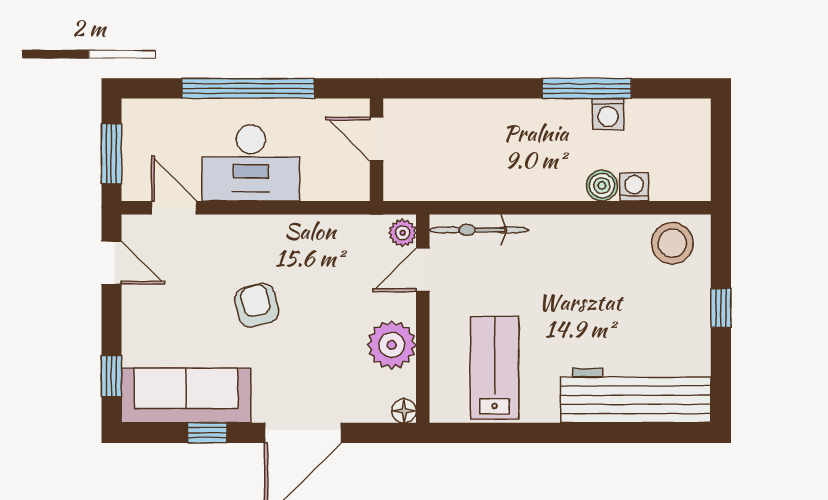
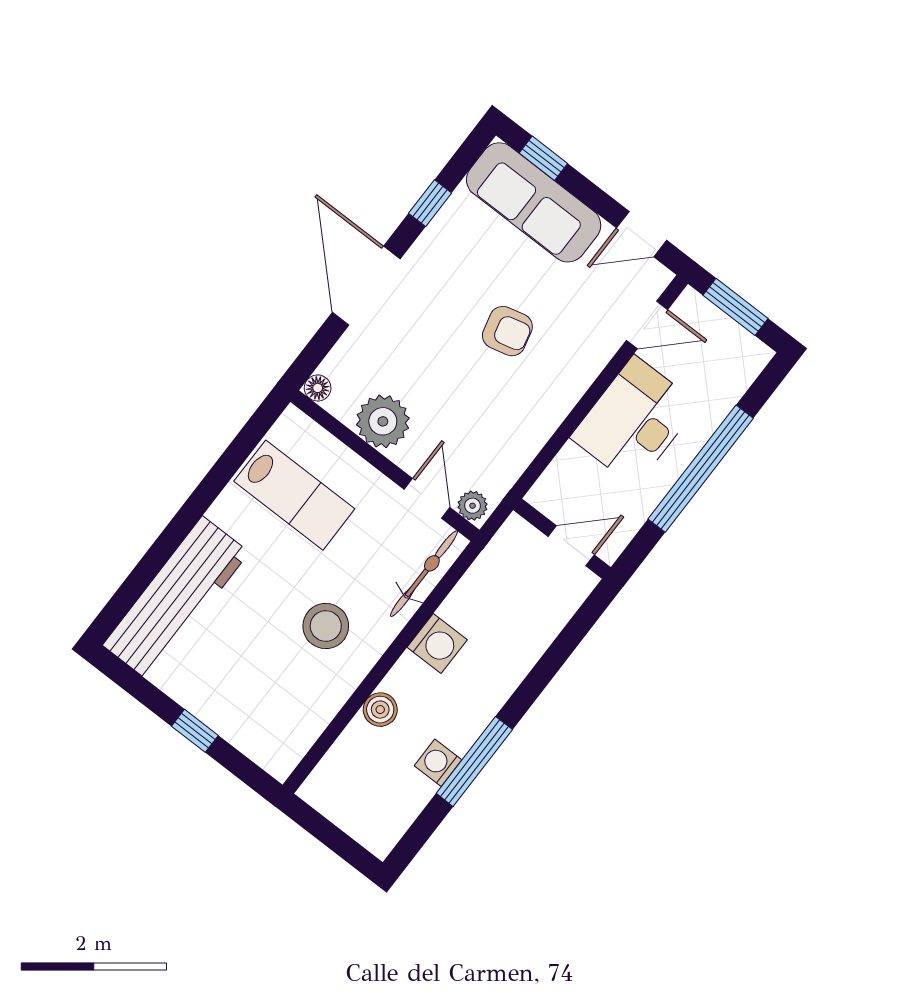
washing machine: (634, 187) -> (437, 643), moved, width x1.38, depth x1.38
stool: (672, 243) -> (326, 626), moved
sofa: (186, 395) -> (534, 202), moved, turned 90

